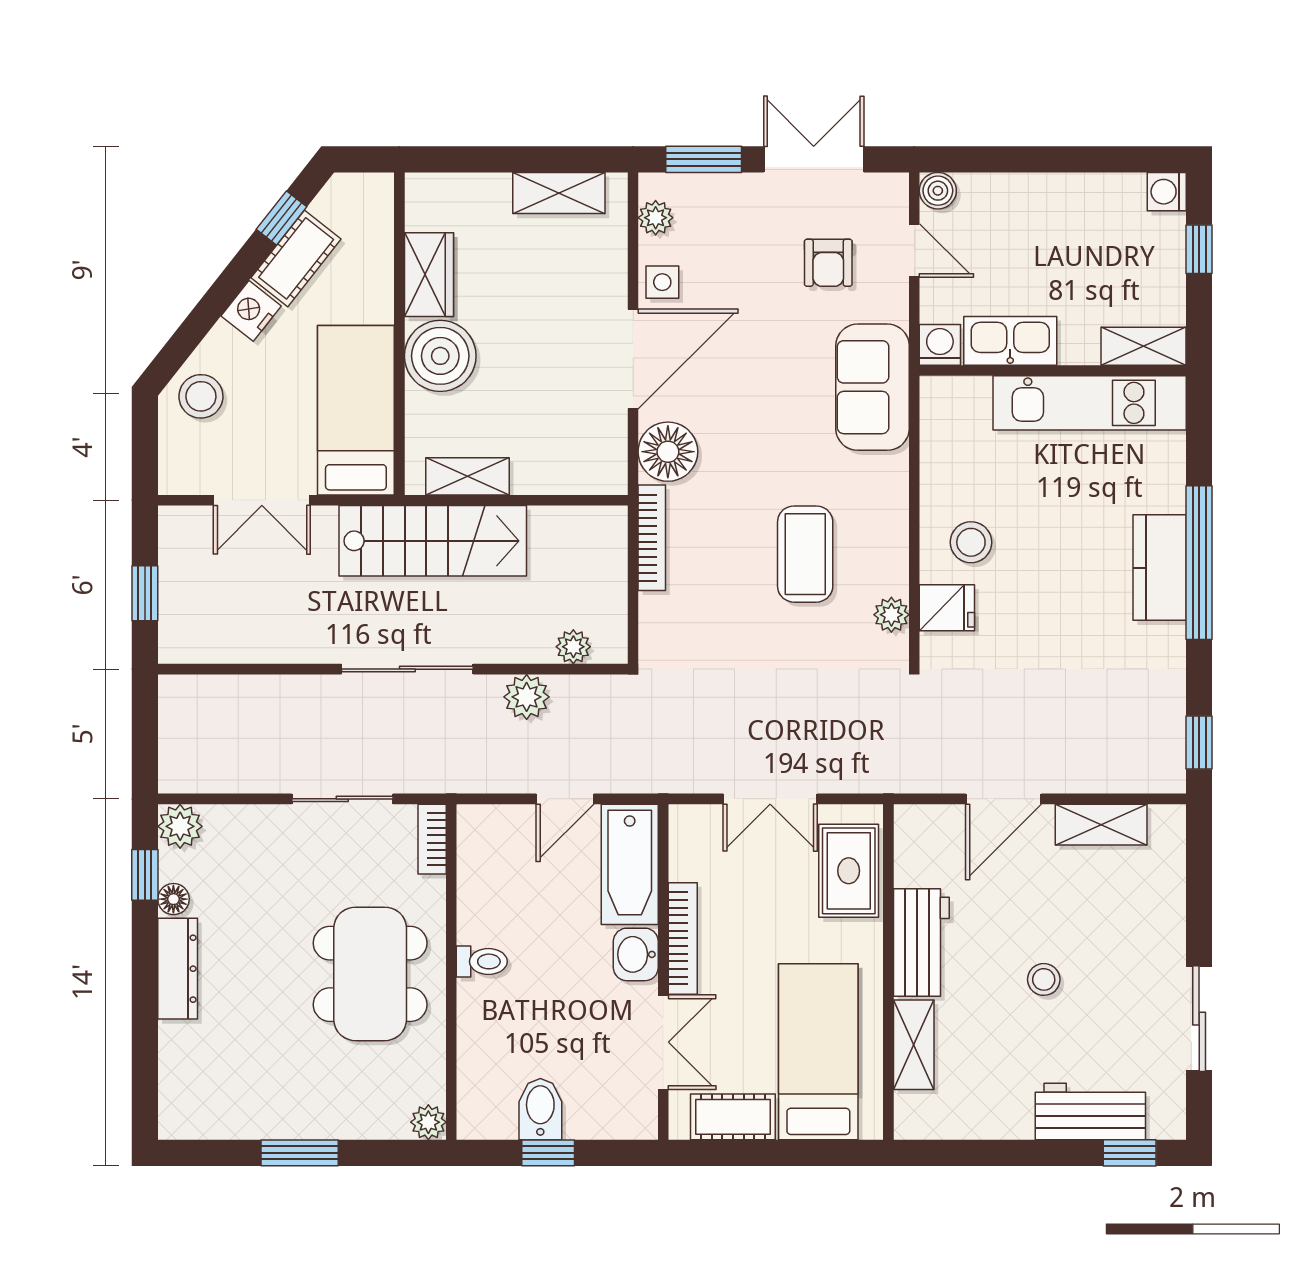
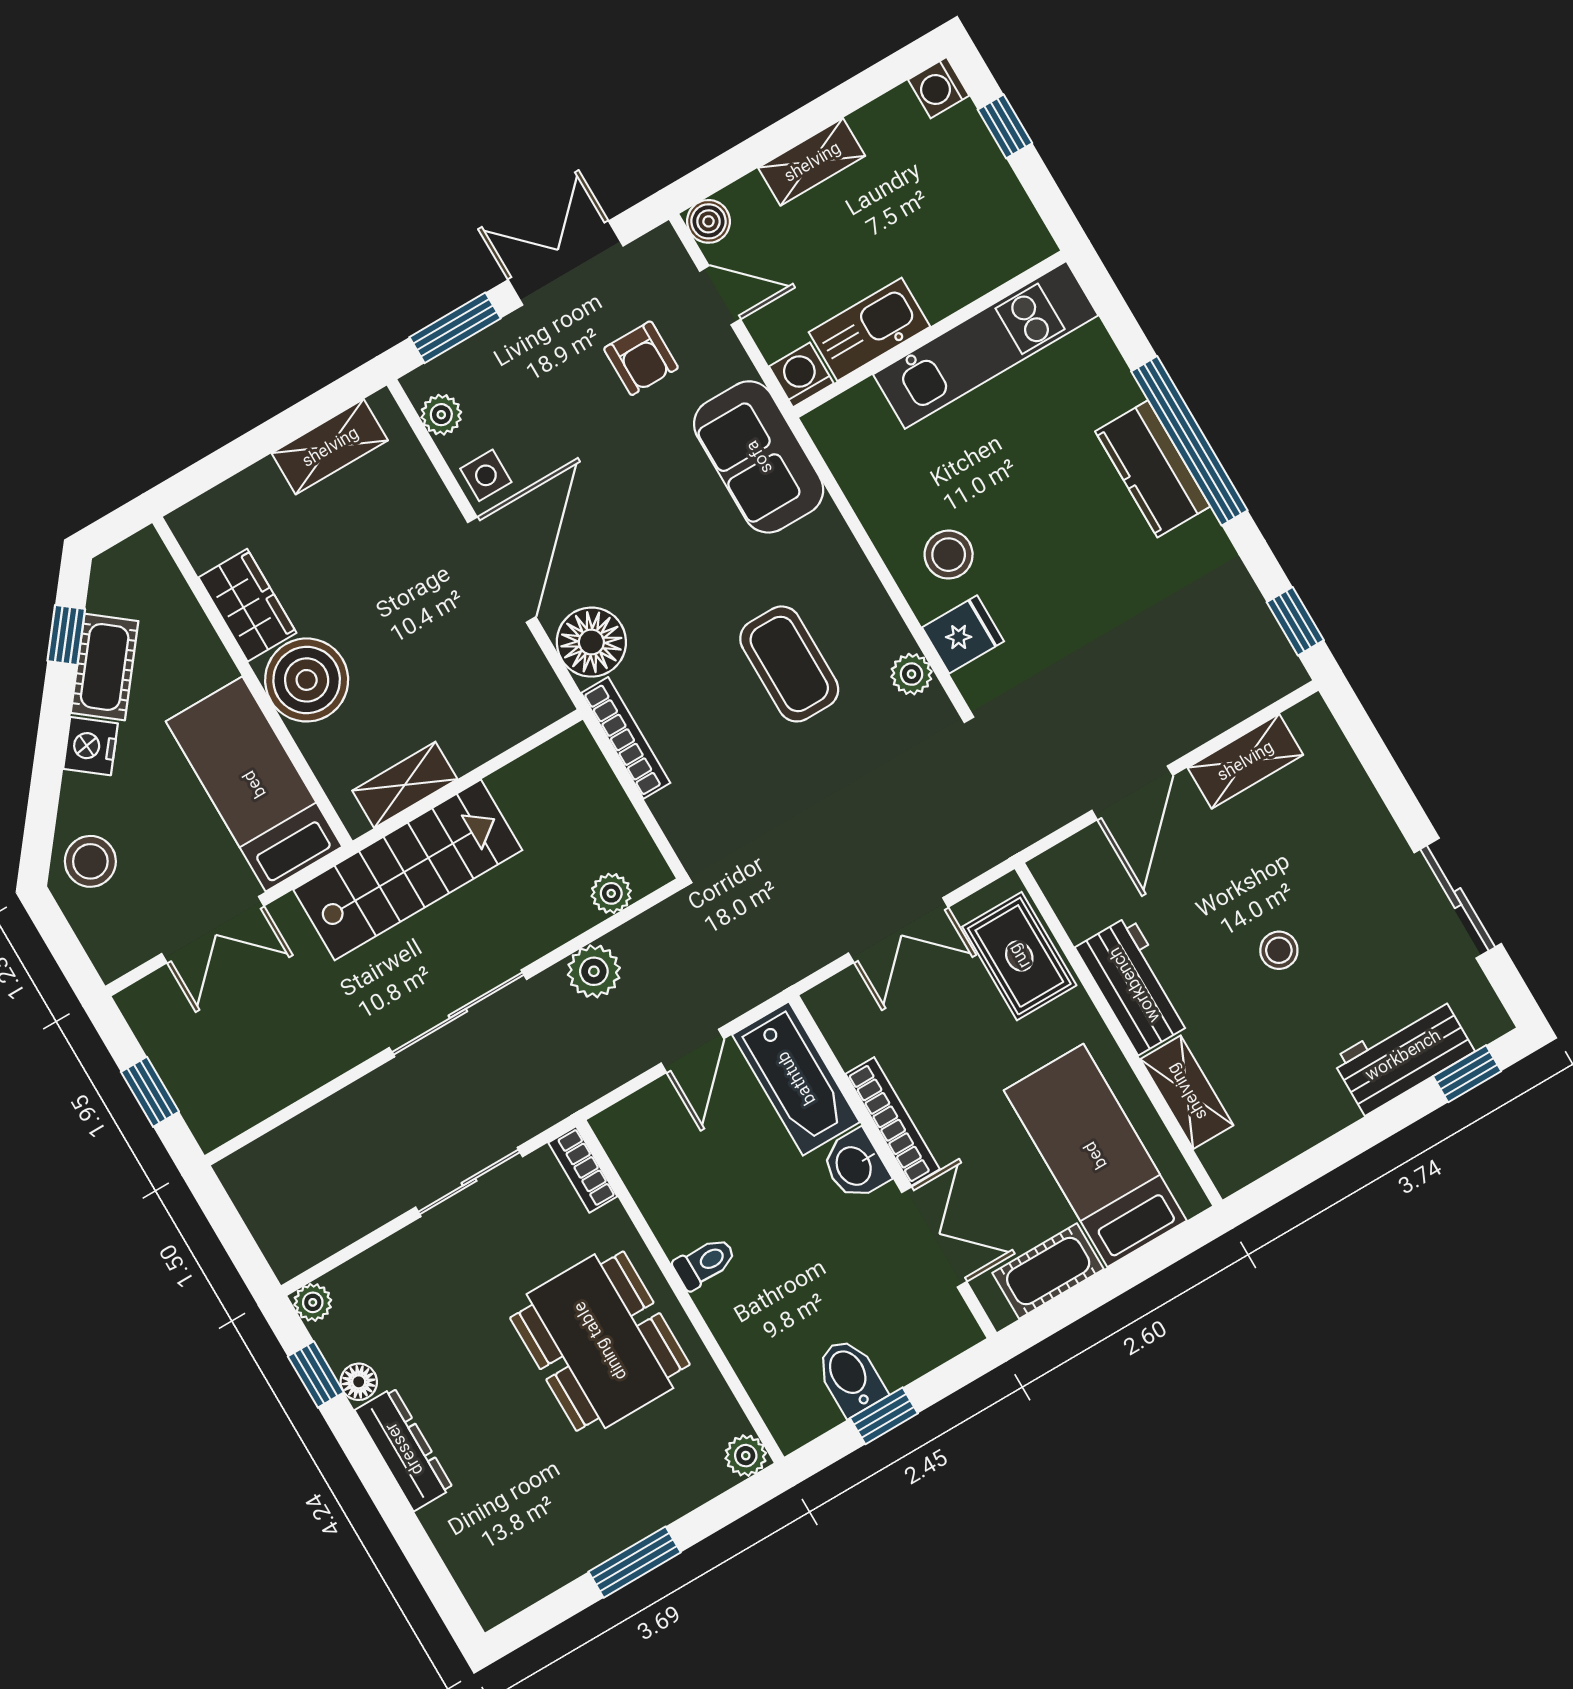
shelving: (1144, 346) -> (812, 162), moved
plant: (180, 826) -> (313, 1302), width x0.73, depth x0.73

